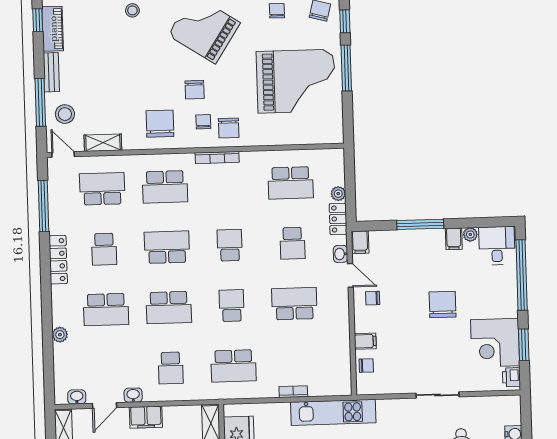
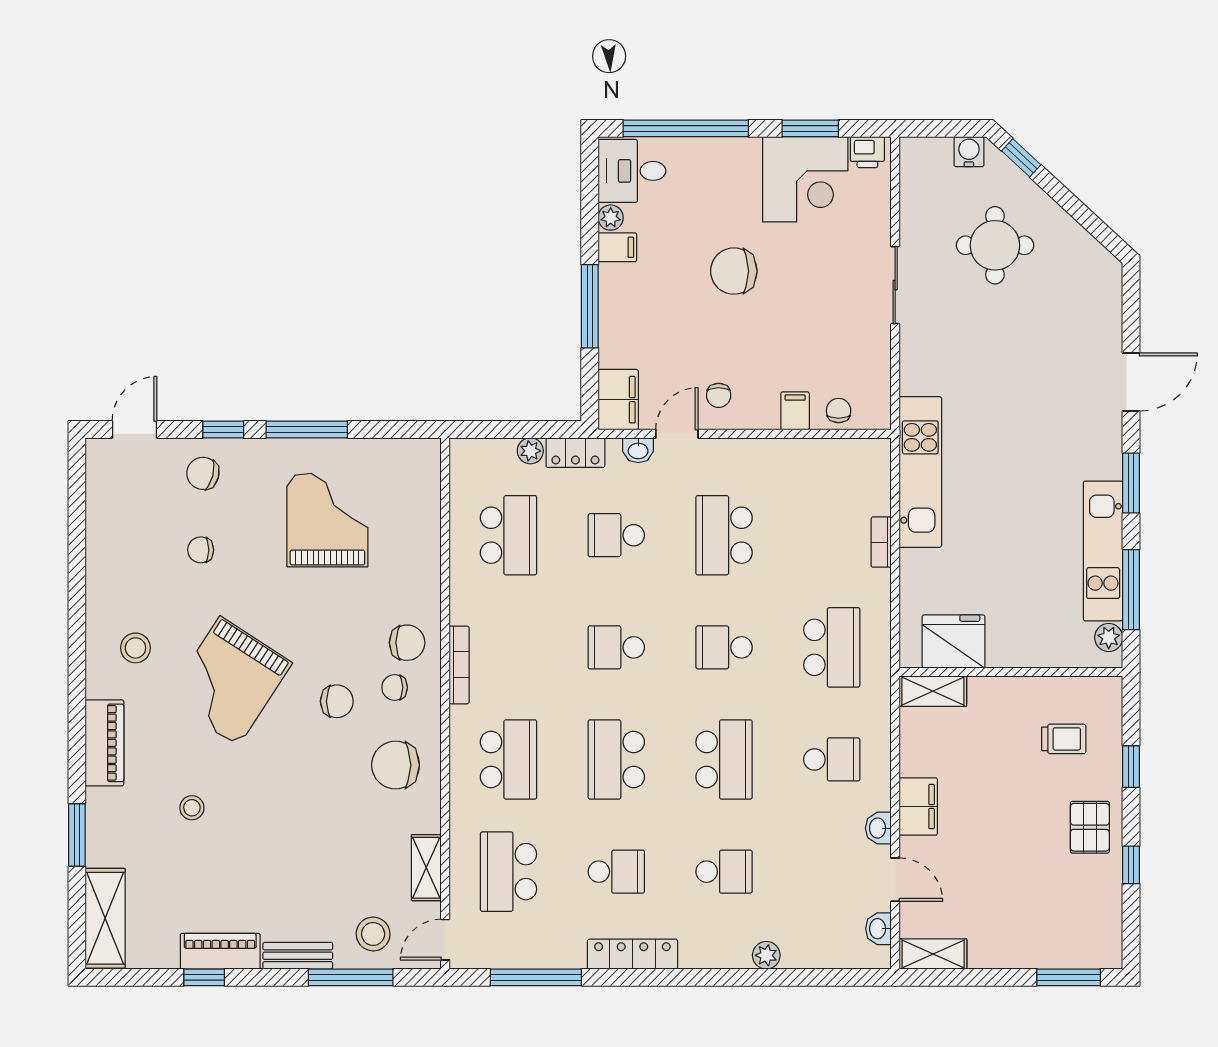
grand piano: (296, 81) -> (327, 520), width x0.73, depth x0.68
filing cabinet: (360, 242) -> (618, 400), width x2.00
school desk: (292, 243) -> (616, 535), turned 180
school desk: (106, 310) -> (724, 872), width x0.54

